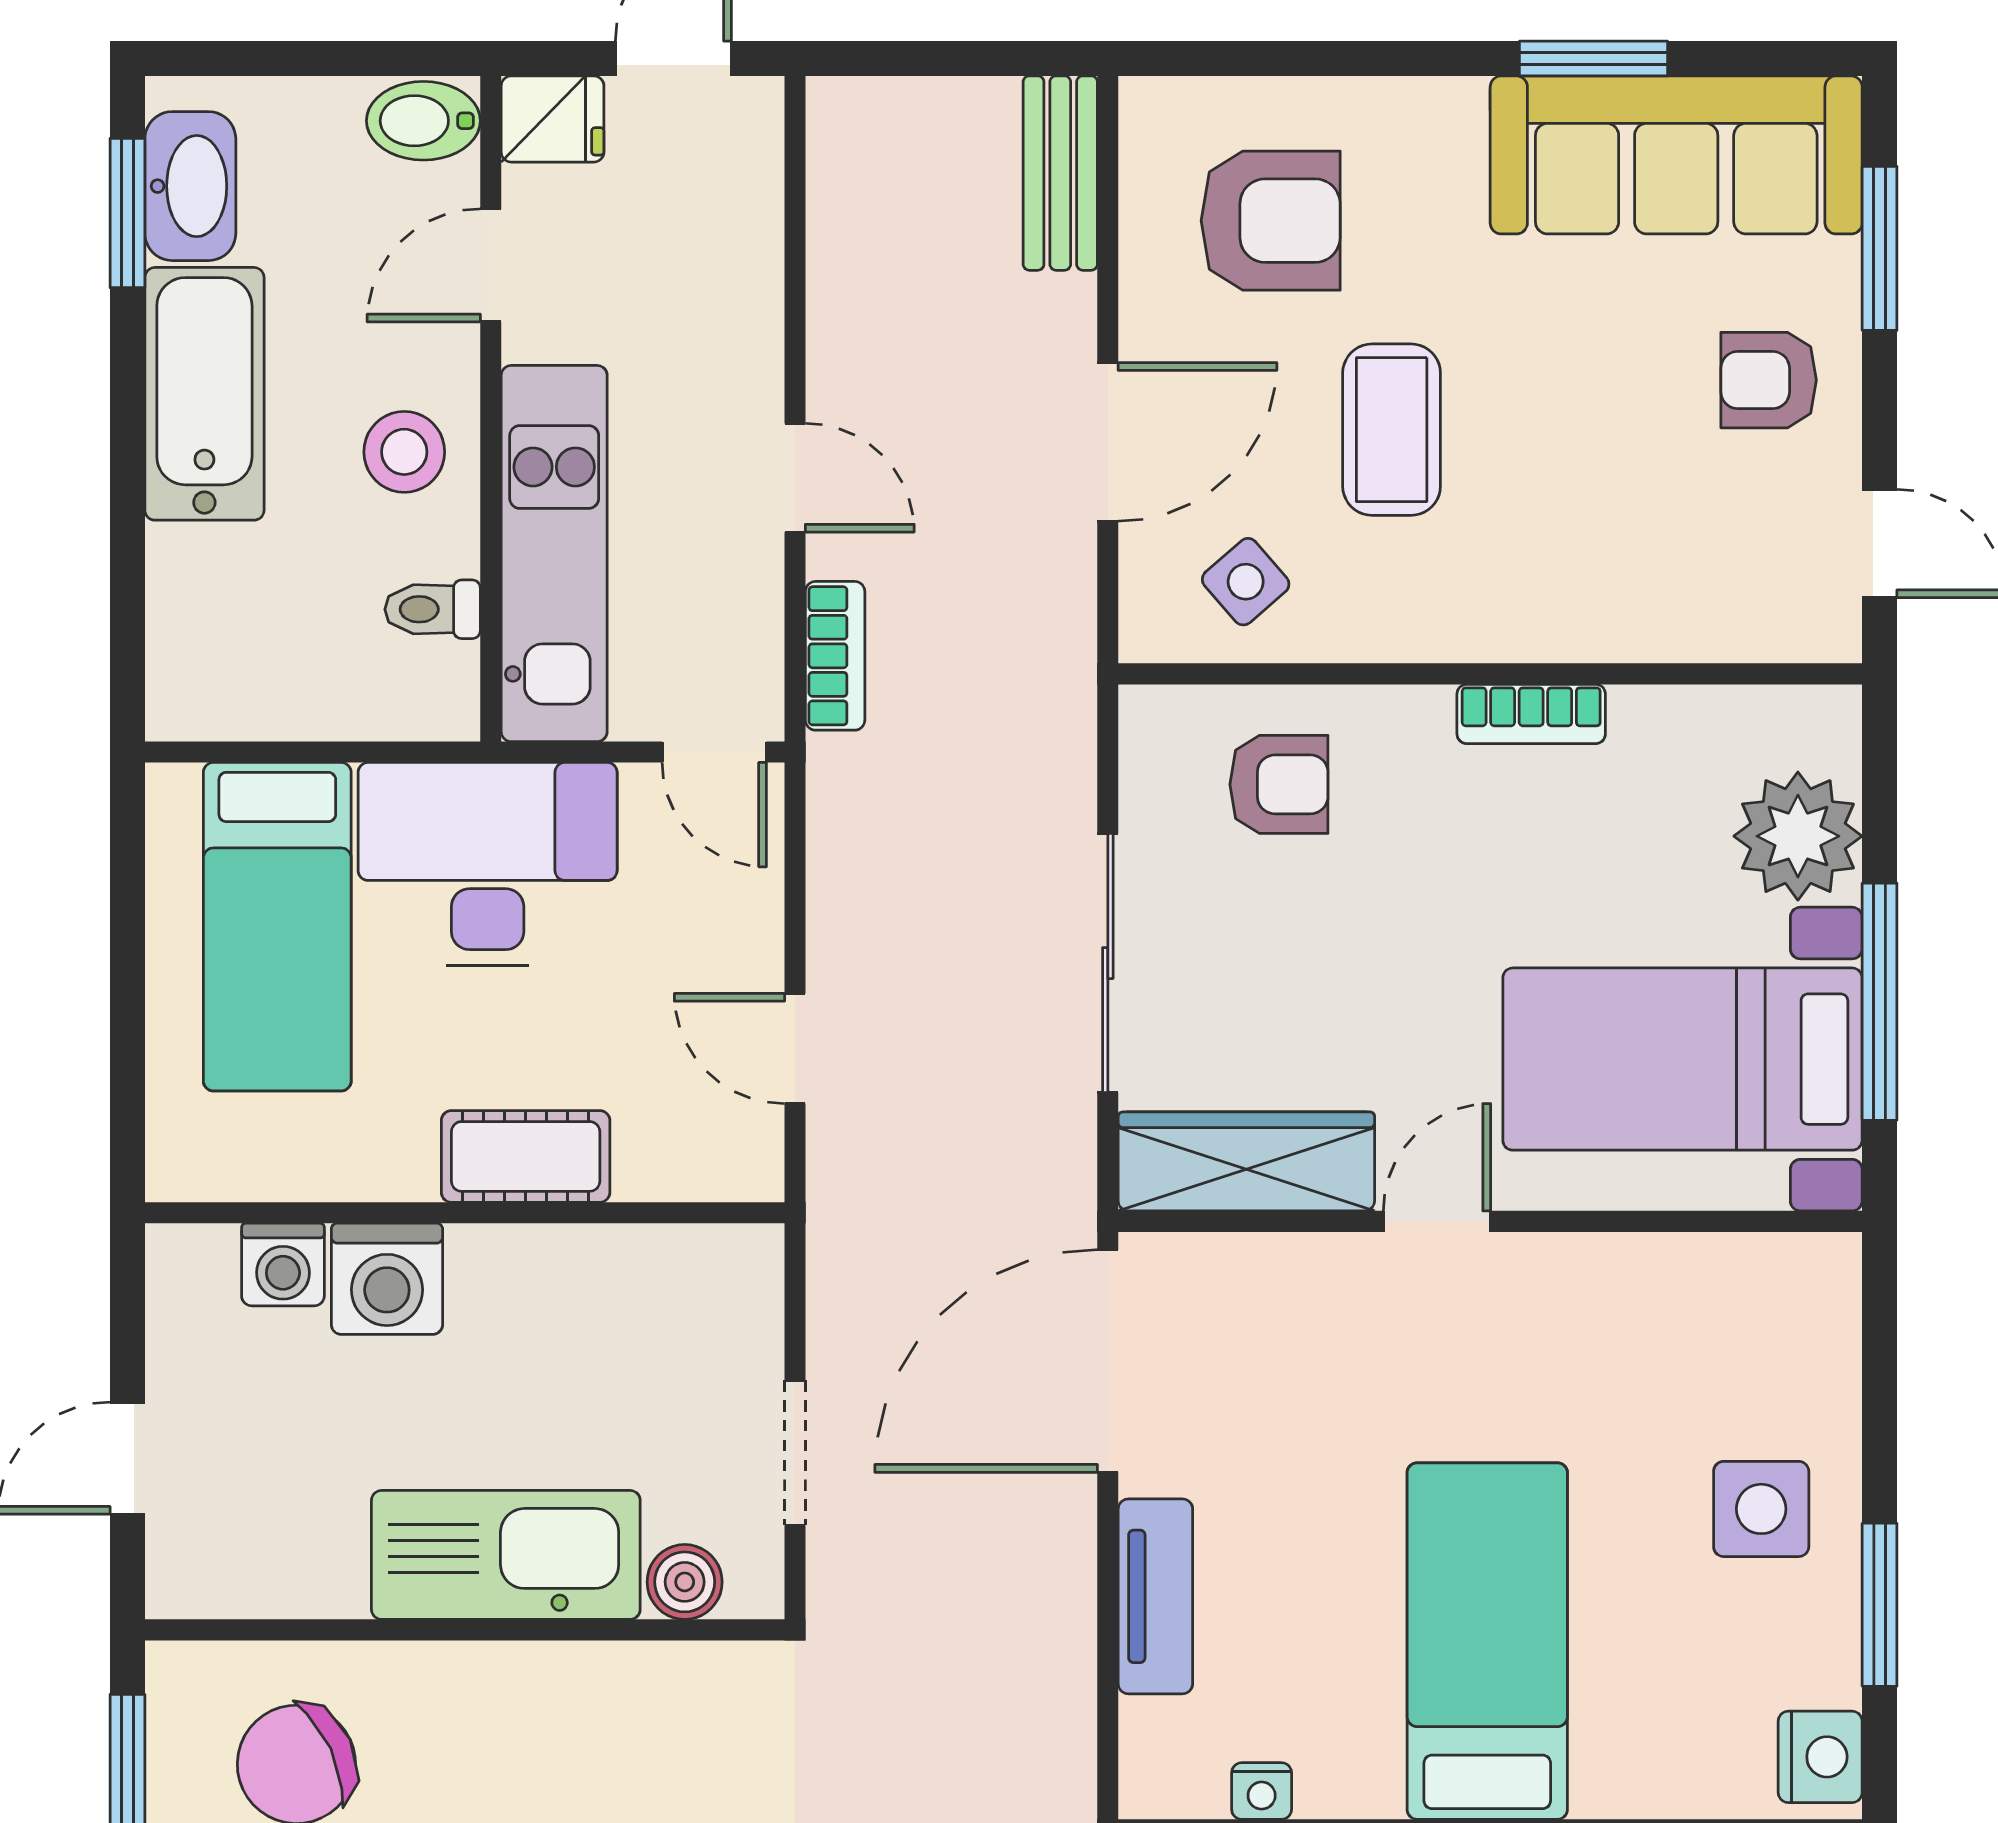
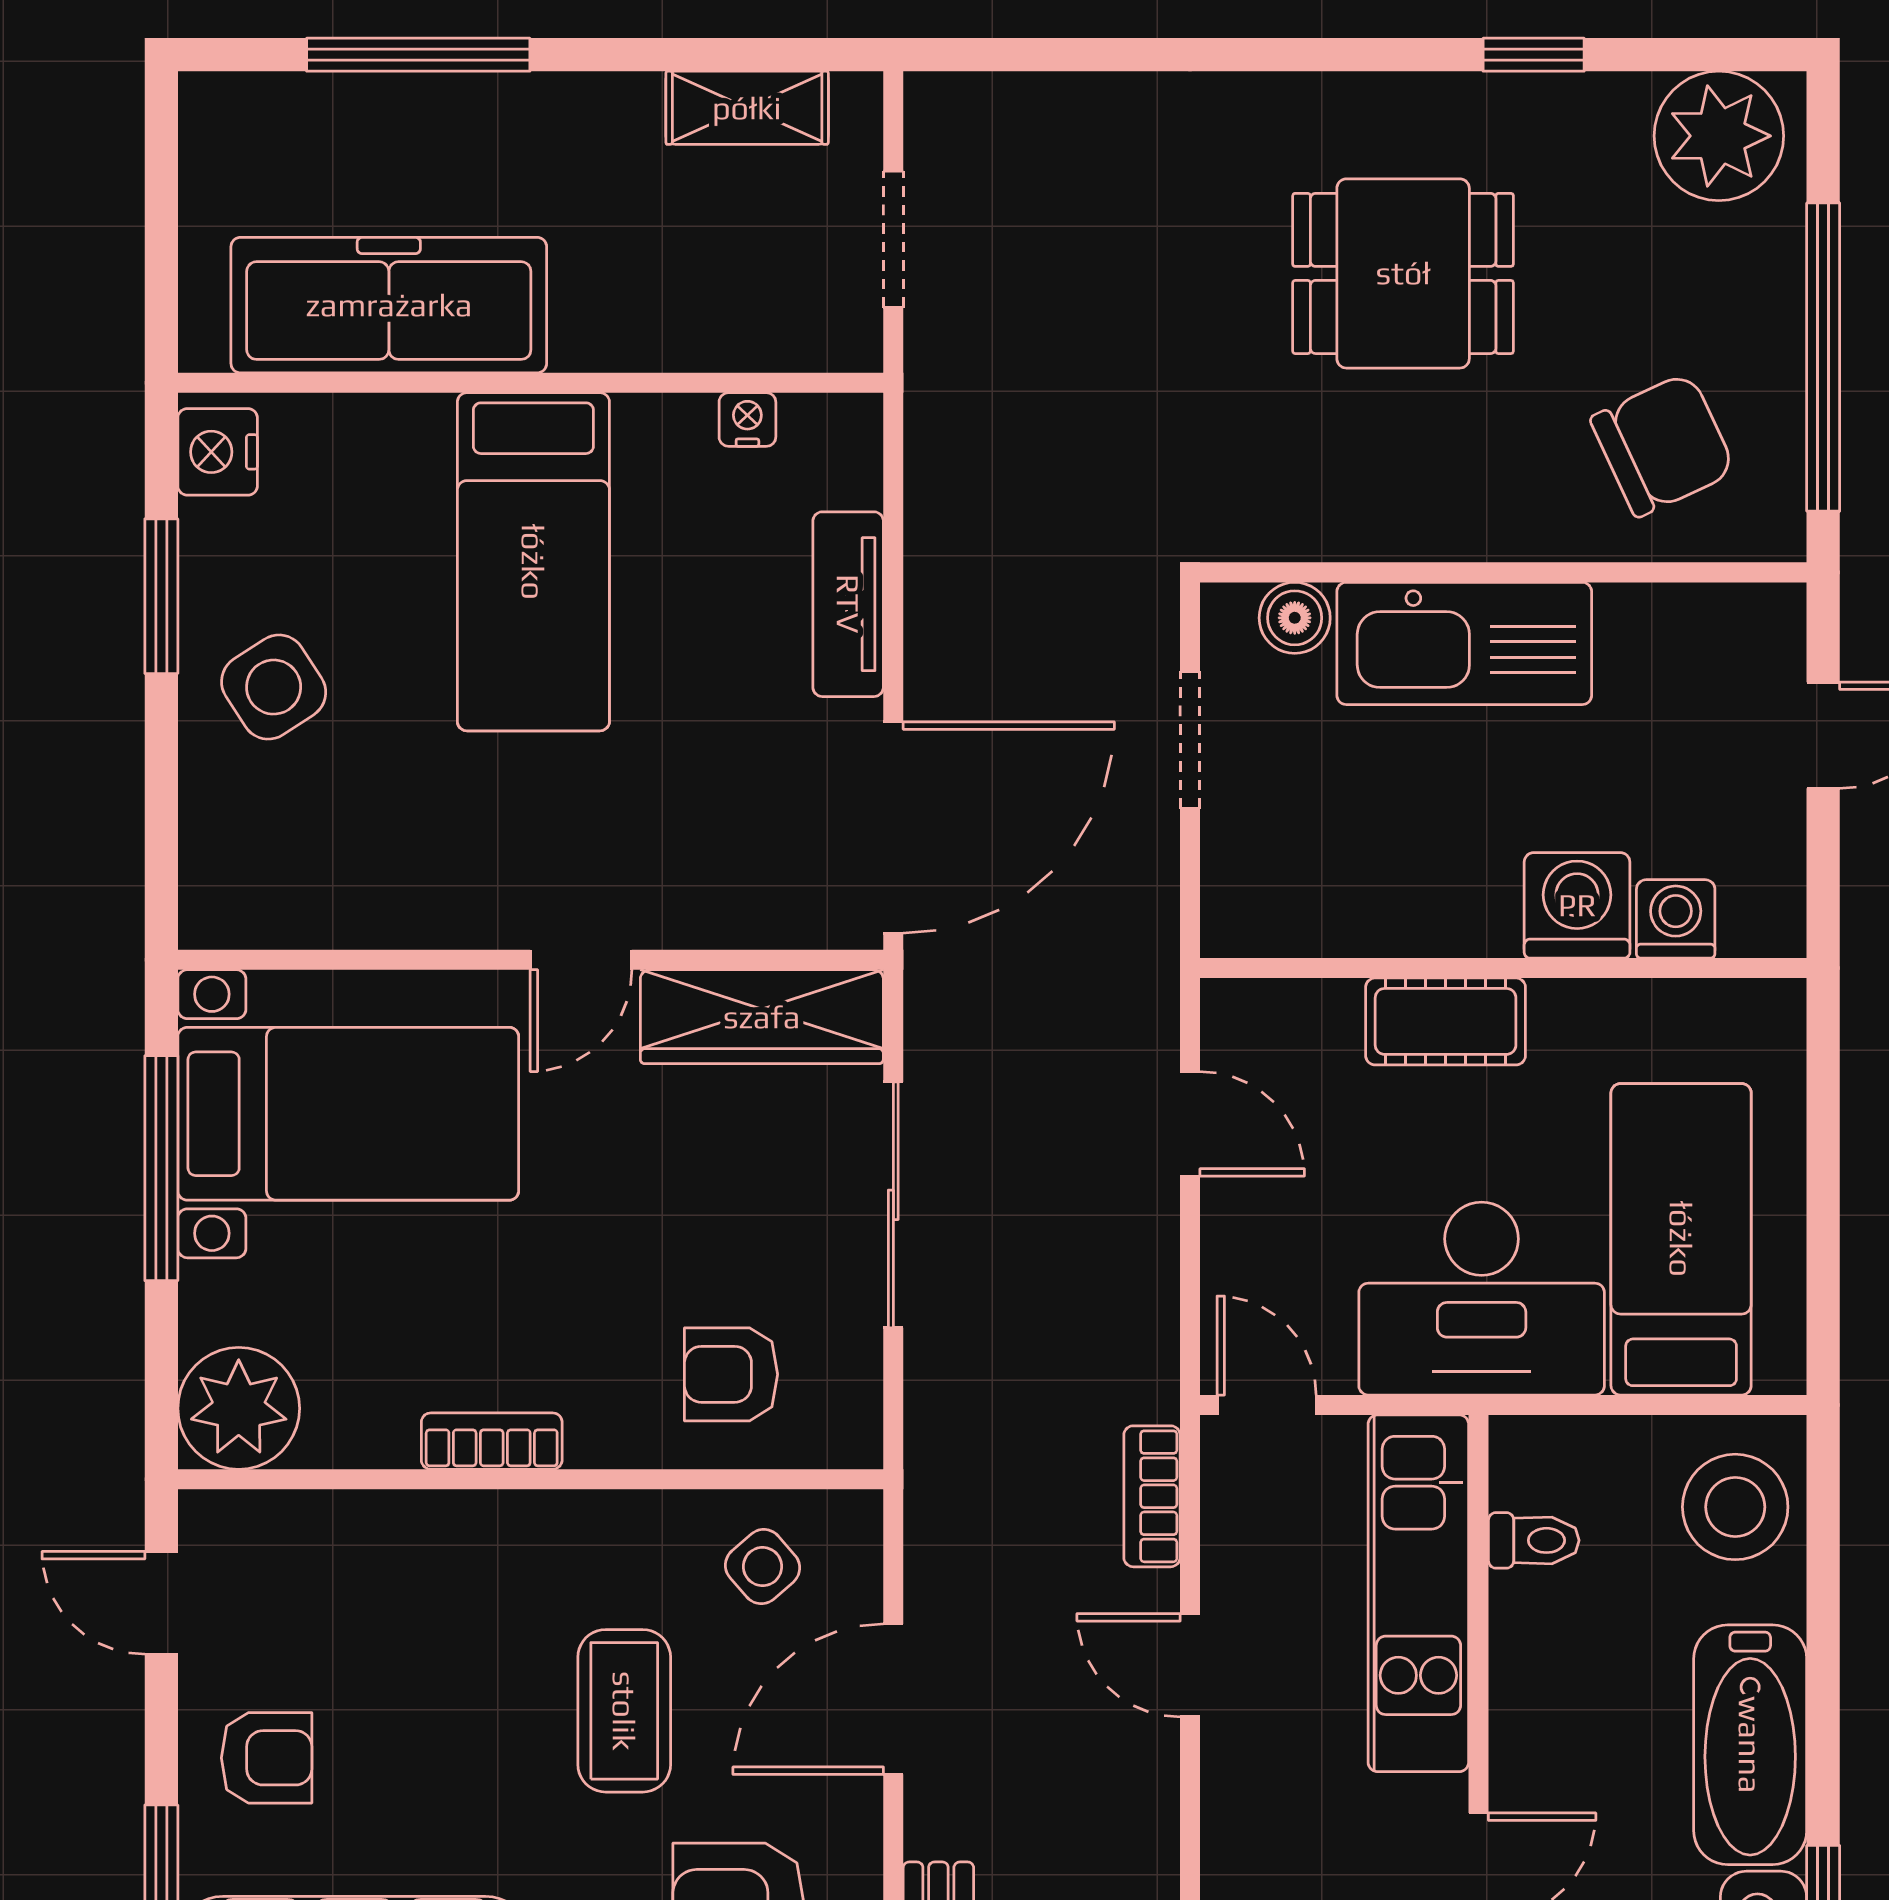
stool: (404, 452) -> (1735, 1507), moved, width x1.38, depth x1.38
plant: (1798, 836) -> (239, 1408), moved
side table: (1761, 1509) -> (274, 687), turned -33

